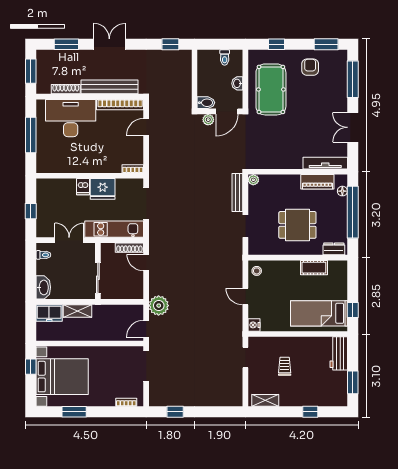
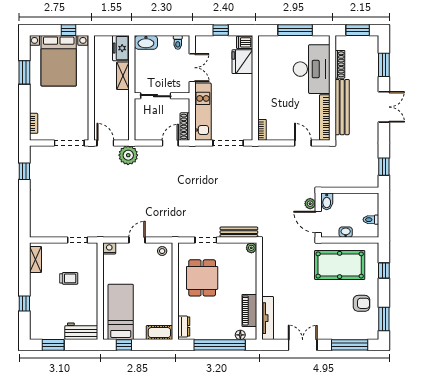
dishwasher: (83, 187) -> (245, 42), moved
fridge: (103, 189) -> (242, 62), moved
dining table: (297, 225) -> (202, 278), moved
cot: (314, 268) -> (159, 333), moved, turned 90

